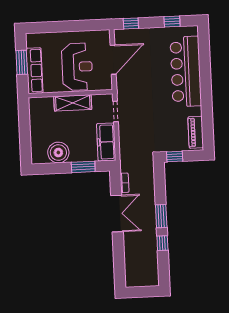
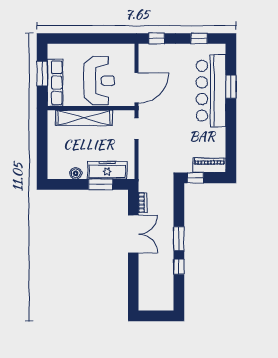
door: (113, 60) -> (137, 88), moved
window: (205, 67) -> (231, 87), added
shelving: (73, 103) -> (84, 118), width x1.47
piano: (196, 132) -> (209, 165), moved, turned 90
freezer: (106, 142) -> (107, 170), moved, turned 90
boiler: (58, 153) -> (76, 173), width x0.54, depth x0.54

